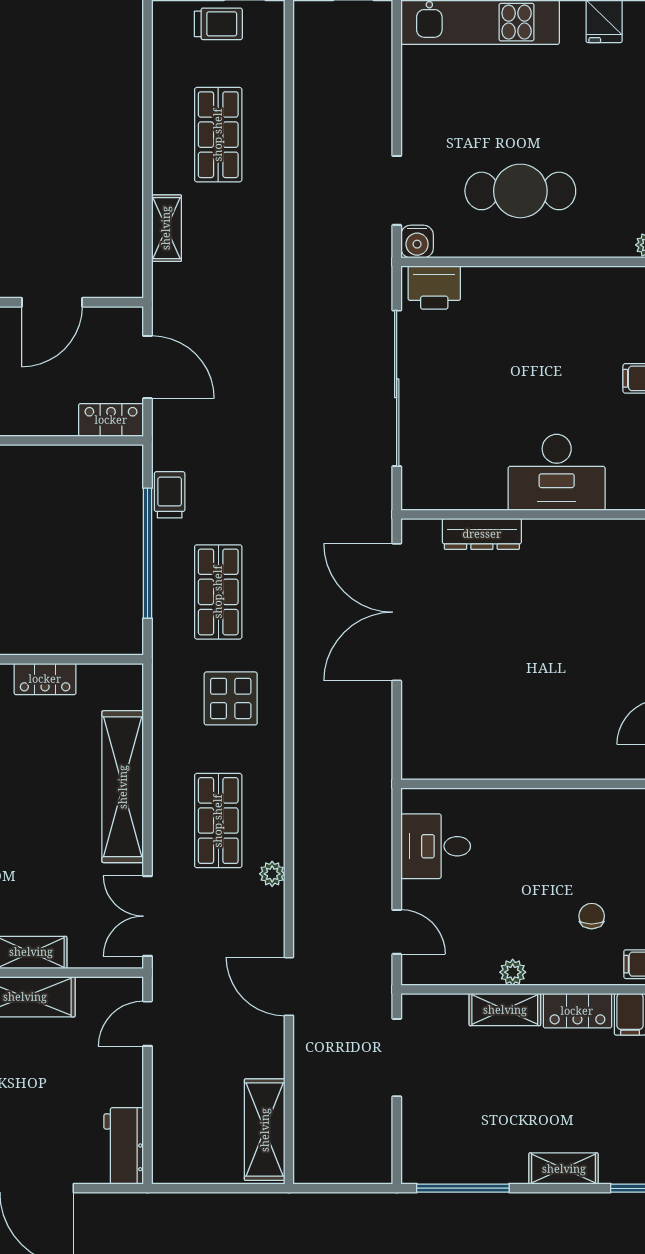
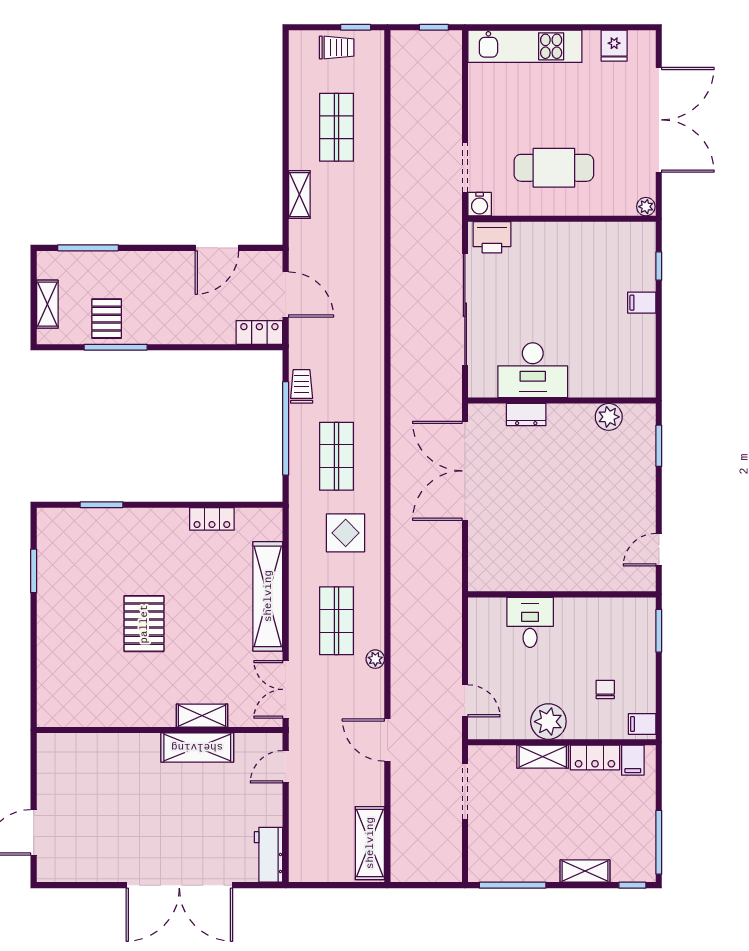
desk: (557, 472) -> (533, 370), moved
dresser: (482, 534) -> (526, 415), width x0.70
plant: (597, 537) -> (609, 417), added
desk: (436, 846) -> (530, 622), moved, turned 90
plant: (513, 972) -> (548, 722), width x1.88, depth x1.88

